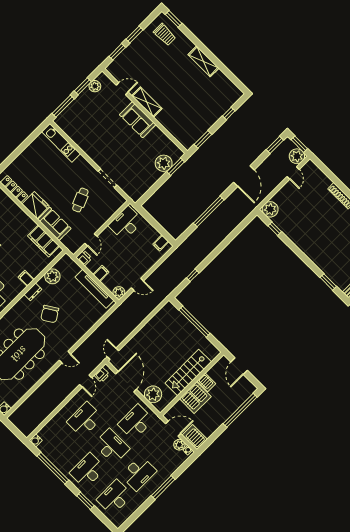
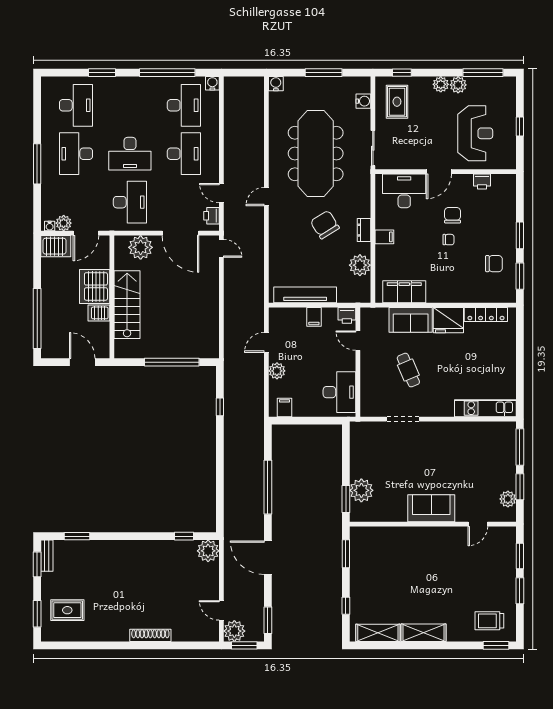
shelving: (147, 102) -> (378, 633), moved
plant: (119, 292) -> (277, 371), moved
desk: (88, 471) -> (184, 105), moved

